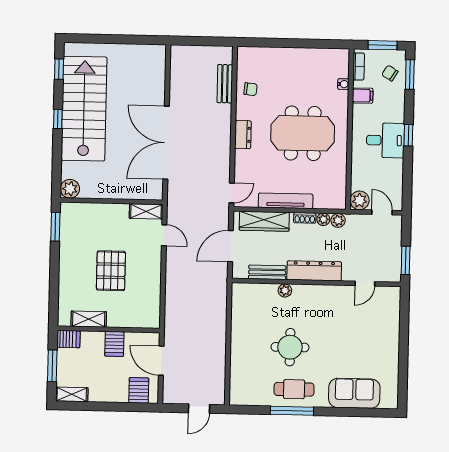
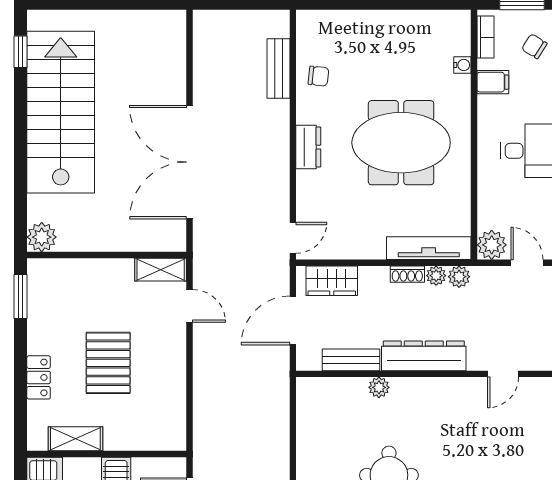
window: (58, 119) -> (21, 129), removed
tv unit: (286, 201) -> (429, 248), moved
wardrobe: (264, 221) -> (332, 281), width x0.67
locker: (66, 279) -> (39, 377), added

